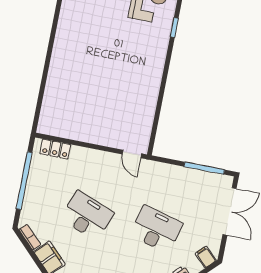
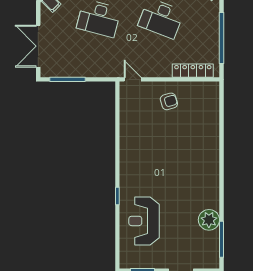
armchair: (96, 122) -> (169, 101), added
locker: (55, 149) -> (193, 71), width x1.53

